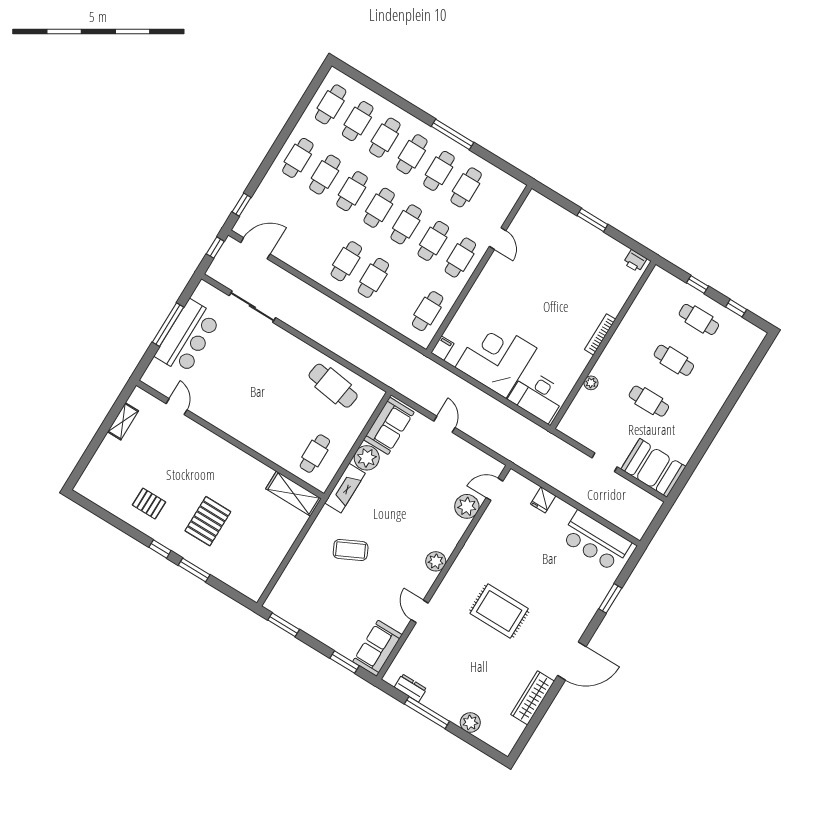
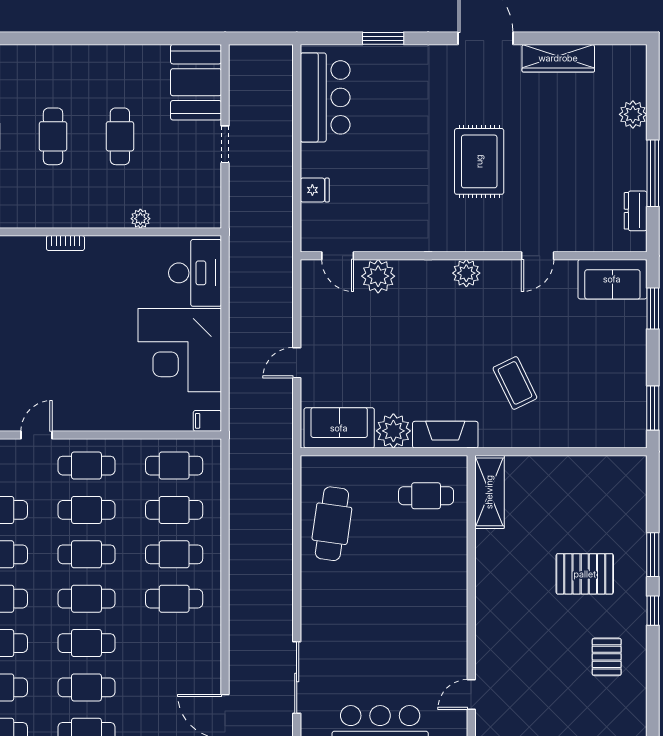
cafe table: (400, 294) -> (174, 510), added
bookcase: (600, 334) -> (65, 243), width x0.64

